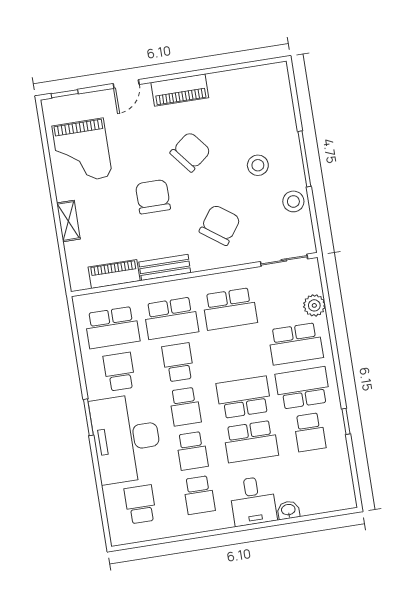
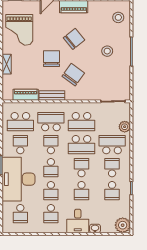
stool: (293, 201) -> (118, 17), moved
chair: (220, 225) -> (73, 75), moved
school desk: (171, 318) -> (51, 122), turned 180
school desk: (296, 344) -> (112, 145), turned 180
school desk: (237, 353) -> (81, 145), added
school desk: (303, 388) -> (112, 168), width x0.54
school desk: (244, 397) -> (81, 168), width x0.54
school desk: (251, 441) -> (81, 191), width x0.54
plant: (341, 495) -> (123, 225), added
school desk: (140, 504) -> (20, 214), turned 180

